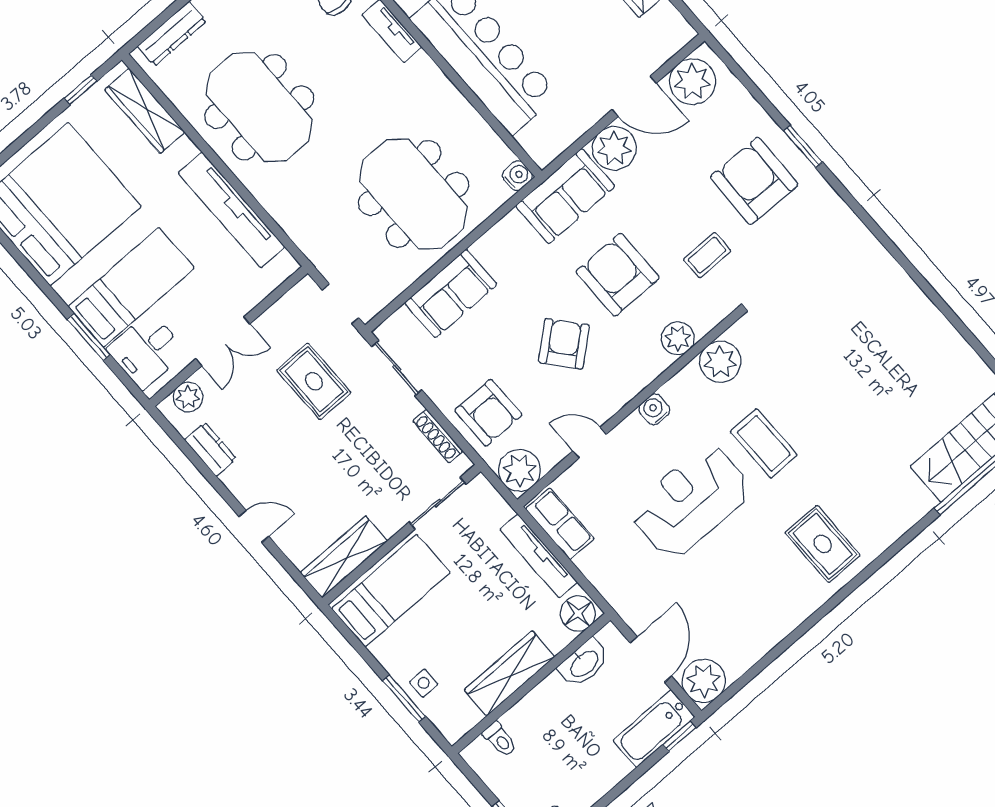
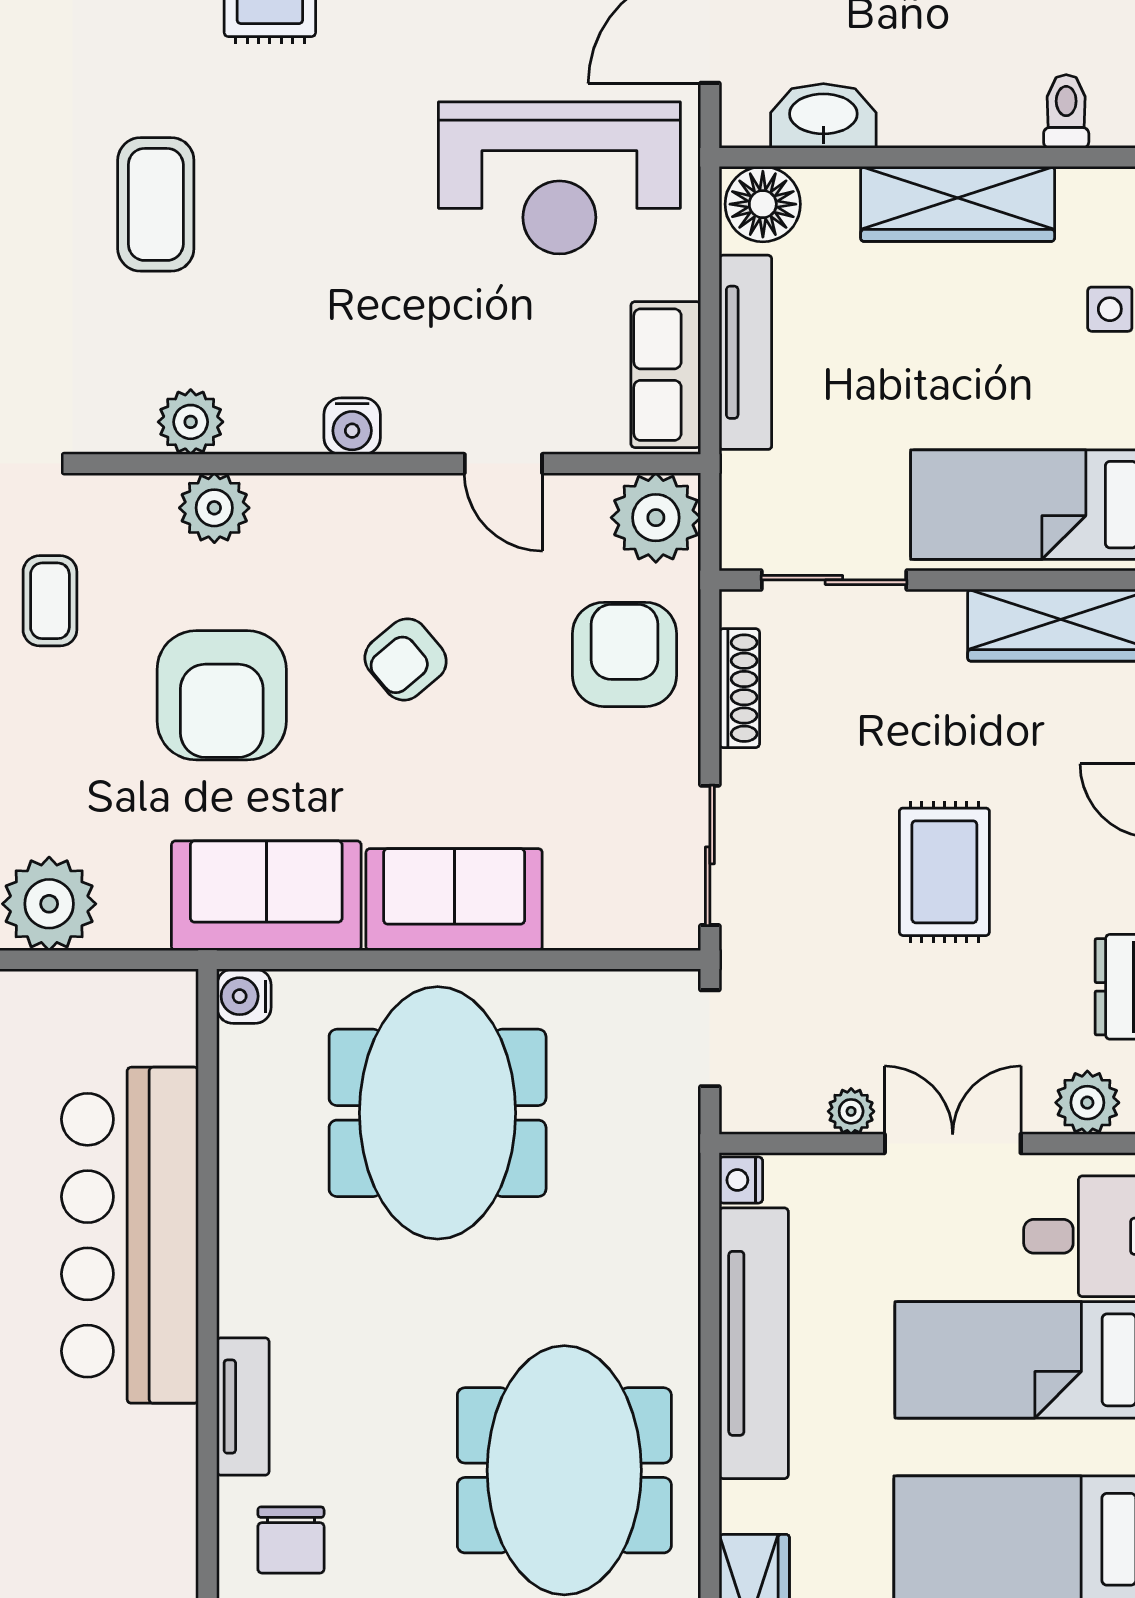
sofa: (565, 196) -> (266, 896), moved
coffee table: (707, 255) -> (50, 601), turned 90
nightstand: (286, 263) -> (741, 1180), added
sofa: (451, 294) -> (454, 900), moved
plant: (268, 321) -> (851, 1111), added
armchair: (564, 344) -> (406, 659), width x0.72, depth x0.72
plant: (720, 362) -> (191, 422), width x0.73, depth x0.73
rug: (314, 381) -> (944, 872), moved
coffee table: (764, 443) -> (156, 204), moved
reception desk: (691, 501) -> (559, 178), moved

